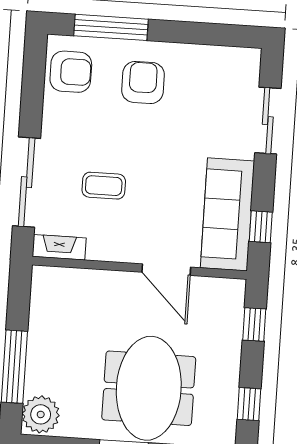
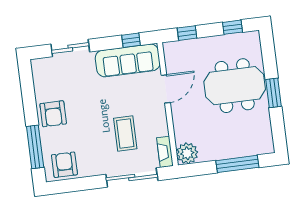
armchair: (143, 82) -> (53, 114), moved, turned -90
coffee table: (104, 186) -> (125, 134), width x1.36, depth x1.30
plant: (41, 414) -> (187, 153), moved

